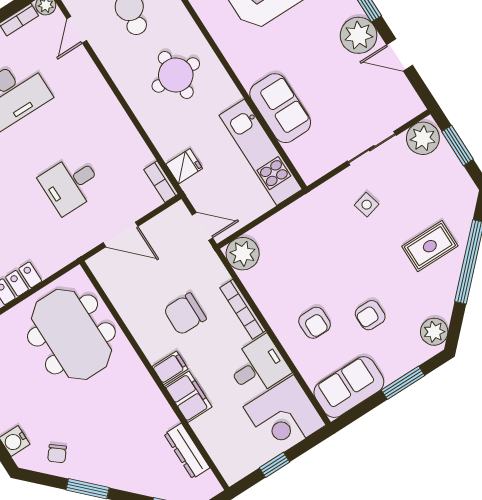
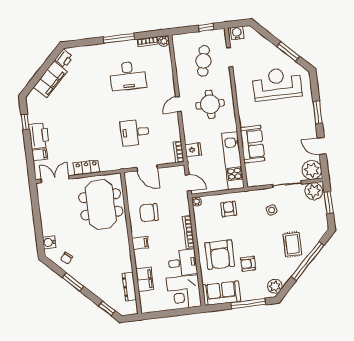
door: (77, 30) -> (178, 104), moved
plant: (359, 35) -> (312, 170), moved
armchair: (293, 238) -> (229, 209), added
rug: (430, 246) -> (292, 244), turned 90
plant: (243, 254) -> (197, 201), width x0.53, depth x0.53
chair: (185, 314) -> (149, 213), moved
armchair: (315, 323) -> (220, 255), width x1.88, depth x1.88
window: (403, 383) -> (248, 304), width x1.44
filing cabinet: (188, 397) -> (145, 279), moved
window: (275, 465) -> (168, 313), removed

